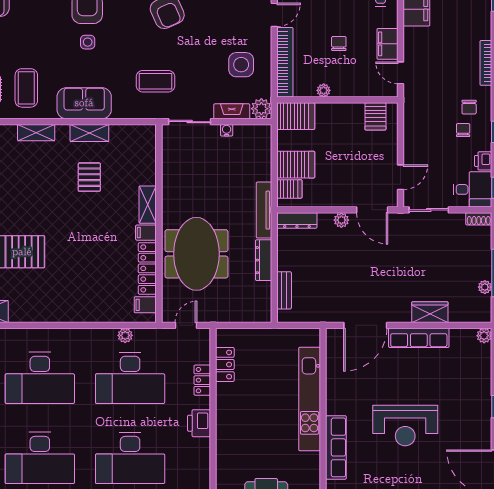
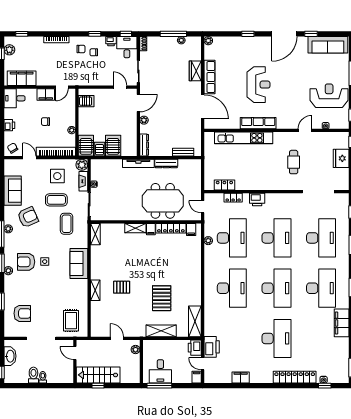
coffee table: (26, 88) -> (56, 200), moved
shelving: (89, 133) -> (95, 234), moved
pallet: (89, 177) -> (122, 287), moved
server rack: (289, 189) -> (99, 149), moved
row of seats: (336, 447) -> (258, 123), moved

